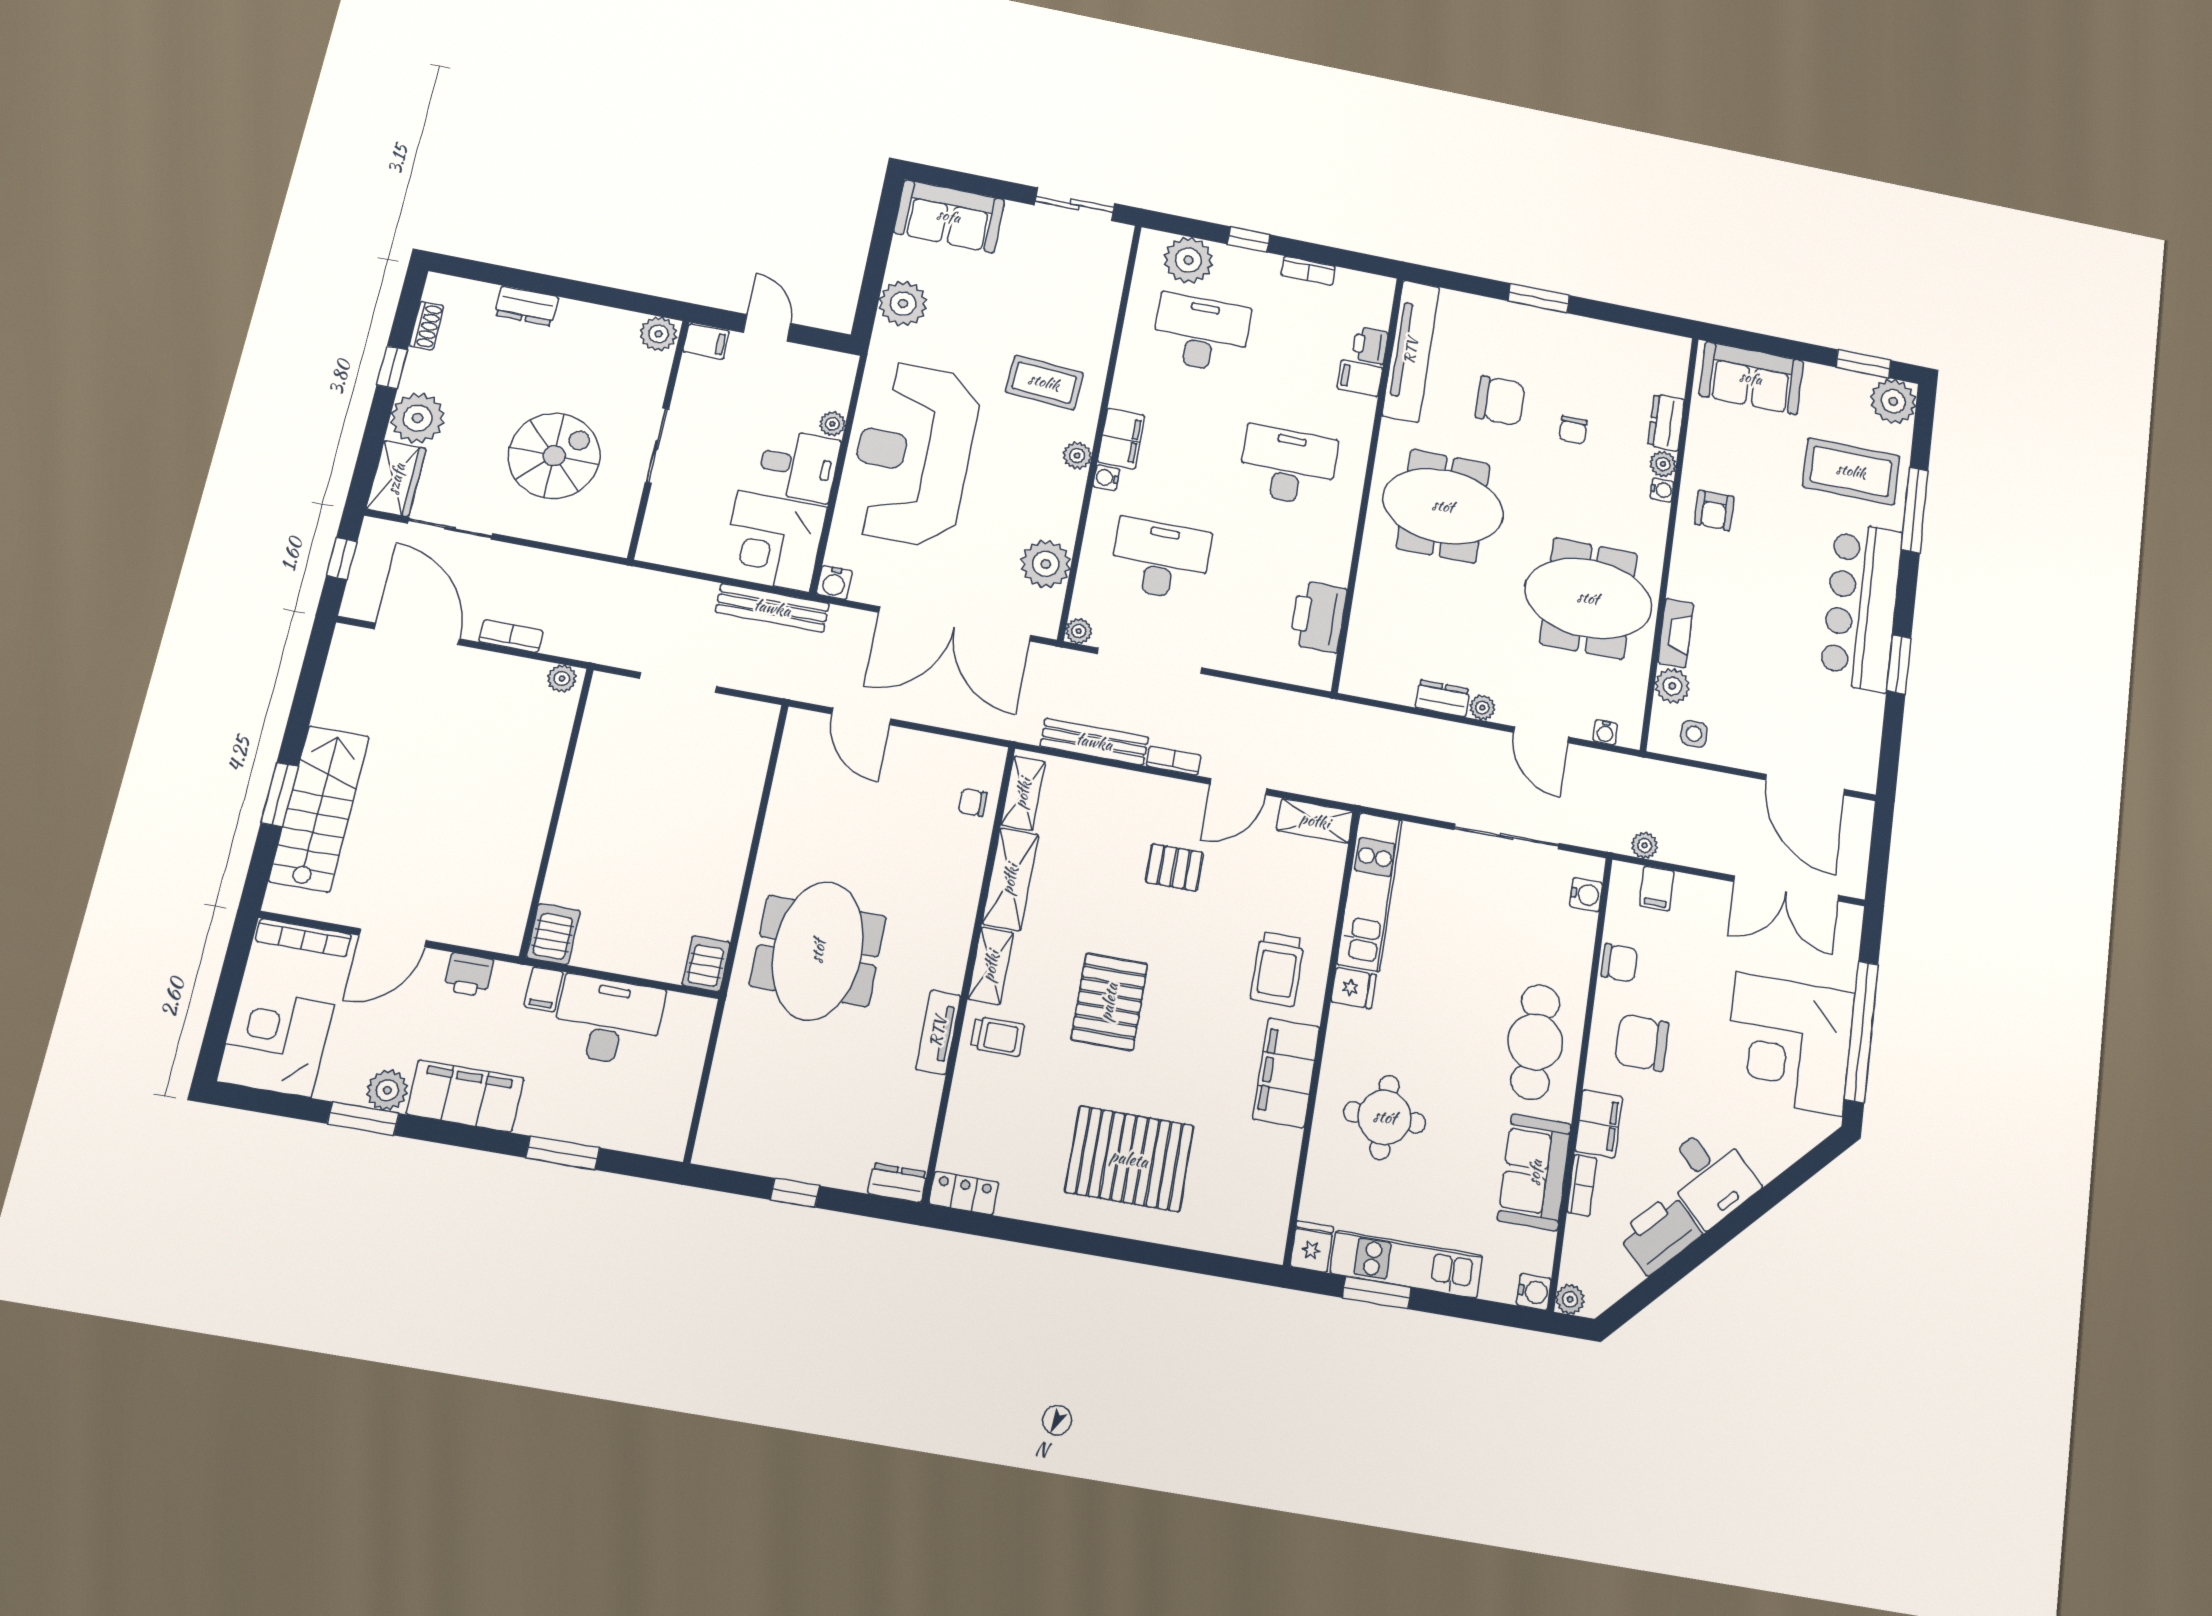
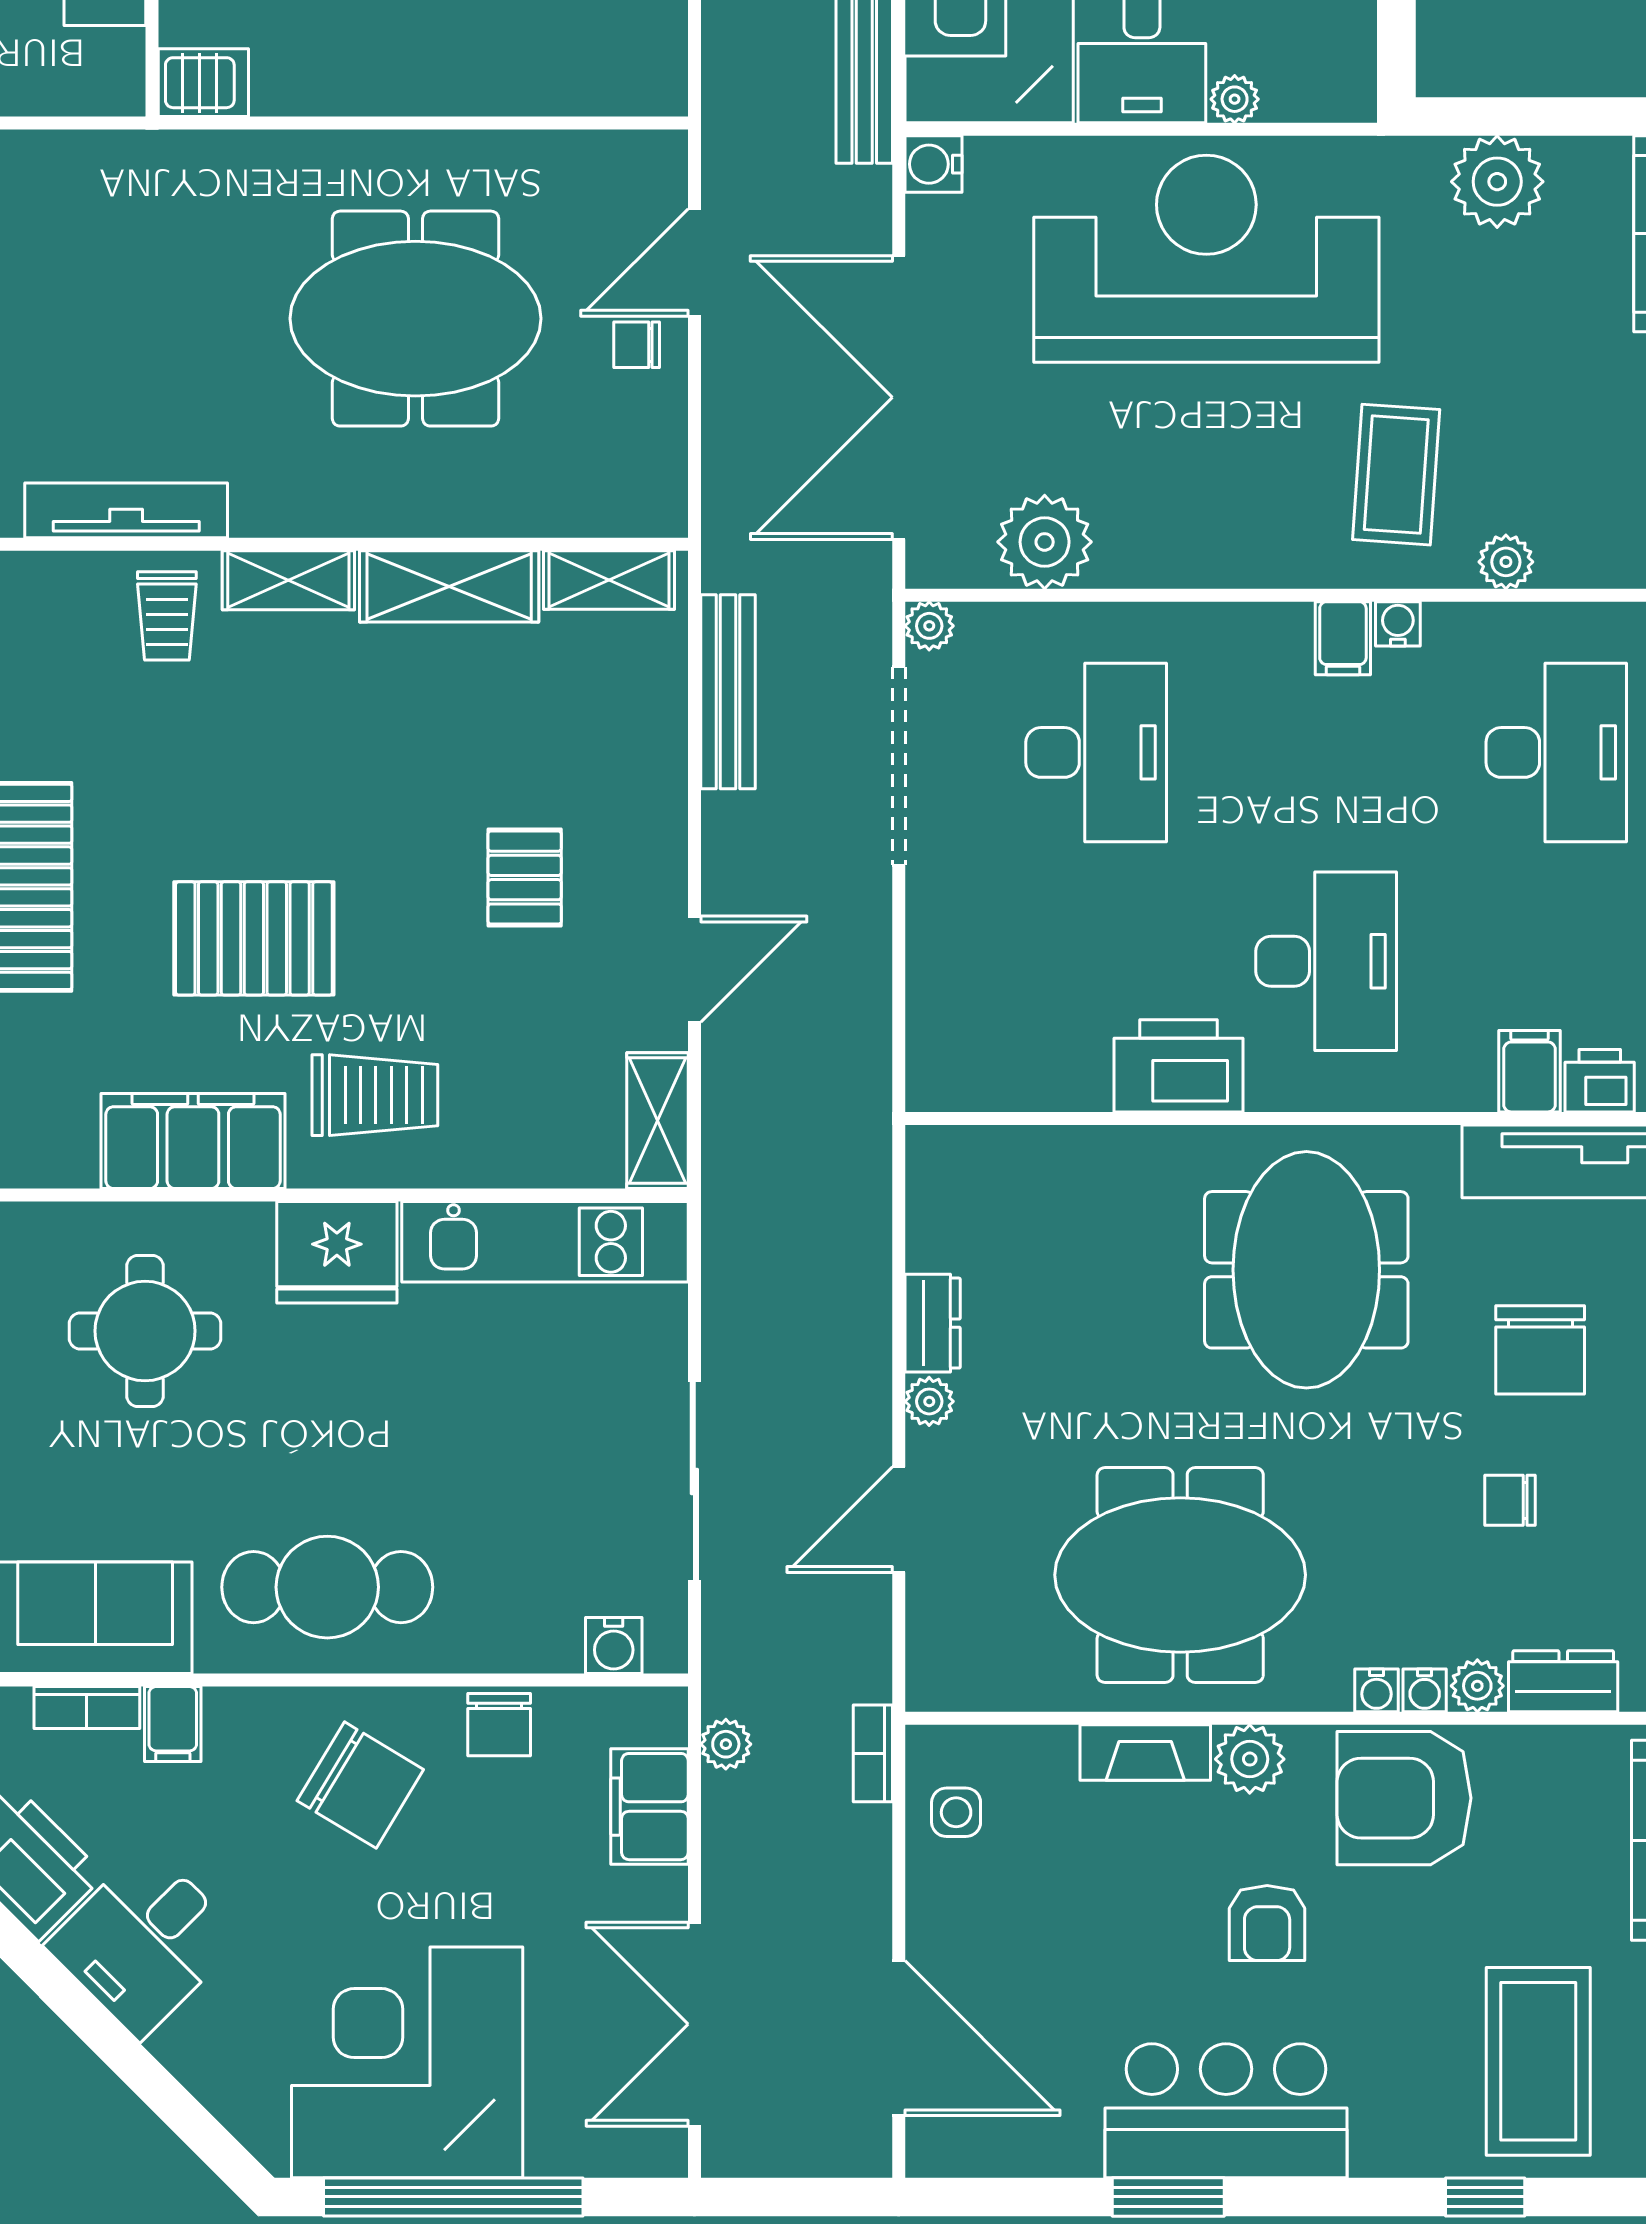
filing cabinet: (1121, 439) -> (1343, 638), width x0.50
plant: (1077, 456) -> (1506, 562), moved
water cooler: (1106, 478) -> (1398, 624), moved
armchair: (1714, 510) -> (1404, 1798), width x1.88, depth x1.88
window: (1915, 510) -> (1485, 2197), width x0.46
armchair: (1768, 589) -> (1267, 1923), added
meeting table: (1588, 598) -> (1180, 1575), turned 90
bar counter: (1861, 606) -> (1226, 2111), width x0.73
printer: (1318, 617) -> (1178, 1066), moved
plant: (1672, 686) -> (1250, 1759), moved
water cooler: (1605, 732) -> (1376, 1690), moved, turned -90
bookcase: (1174, 761) -> (873, 1753), moved, turned 180
door: (1805, 785) -> (899, 2038), swing flipped
door: (1238, 787) -> (694, 969), swing flipped
chair: (973, 802) -> (637, 345), moved, turned -90
filing cabinet: (1657, 888) -> (649, 1807), width x2.00
meeting table: (818, 951) -> (415, 319), moved
trolley: (1277, 969) -> (375, 1095), turned 180
fridge: (1354, 988) -> (337, 1252), width x1.88, depth x1.34
pallet: (1109, 1002) -> (254, 938), moved
tv unit: (938, 1032) -> (126, 510), width x1.41
chair: (1642, 1043) -> (360, 1785), turned 121
filing cabinet: (1599, 1124) -> (173, 1724), width x0.50

